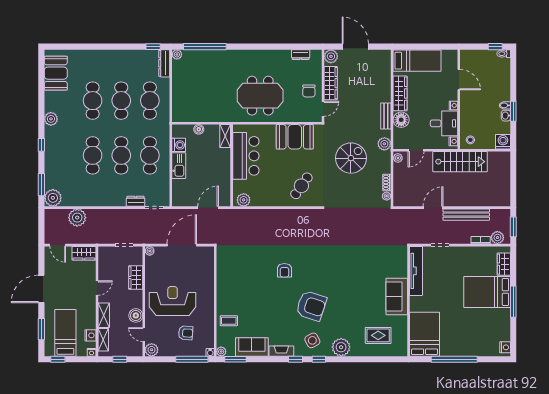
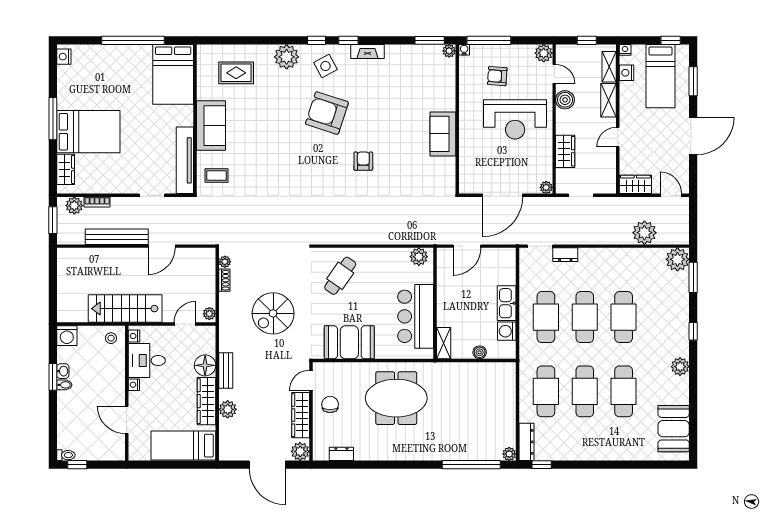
plant: (384, 144) -> (228, 409), moved
coffee table: (229, 321) -> (216, 176), moved
sofa: (252, 347) -> (443, 134), moved, turned 90

